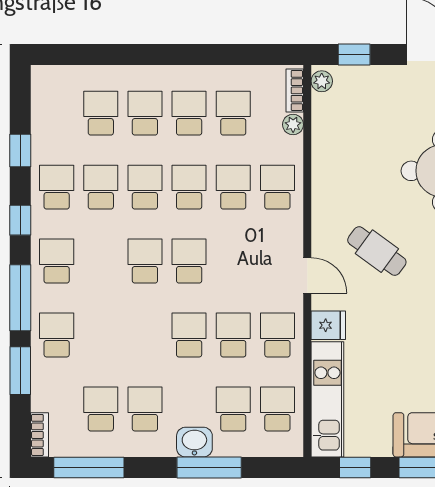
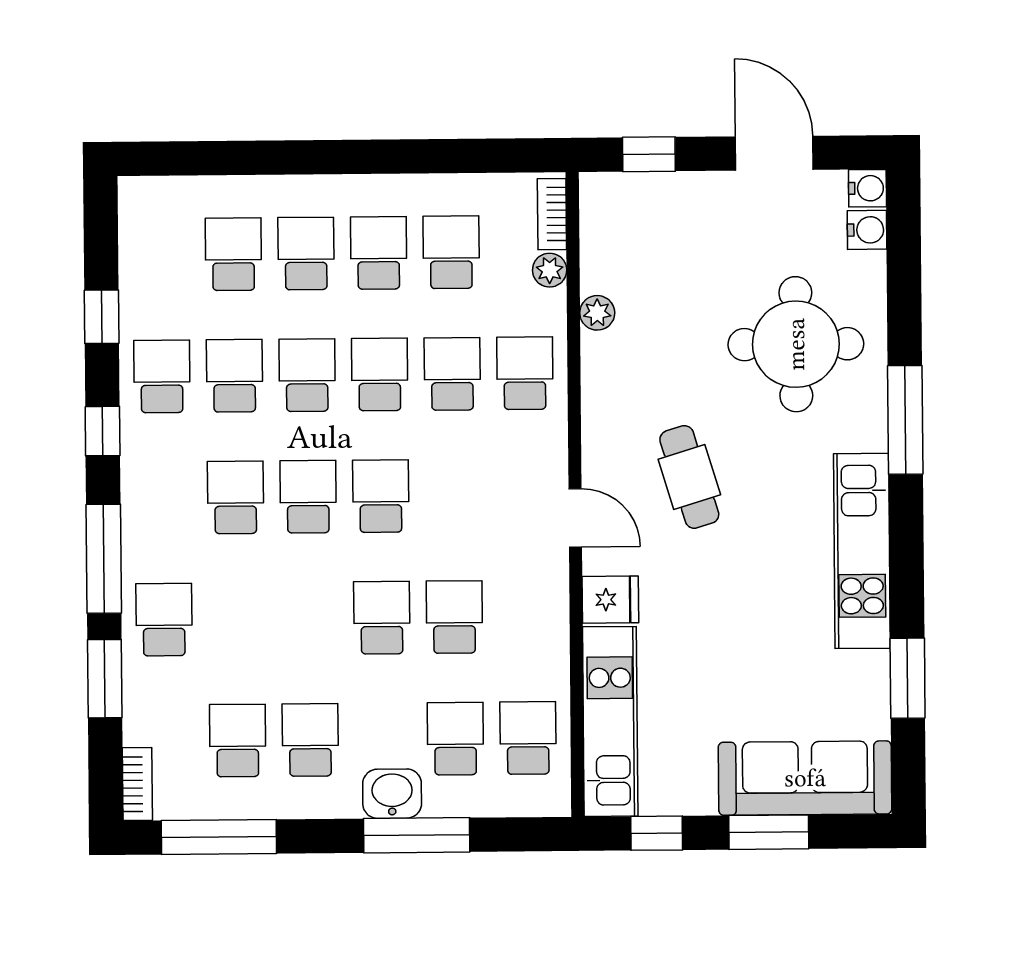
plant: (322, 81) -> (597, 313), moved
cafe table: (377, 251) -> (689, 477), turned 37
school desk: (57, 261) -> (236, 497), moved
school desk: (277, 335) -> (527, 616), removed

